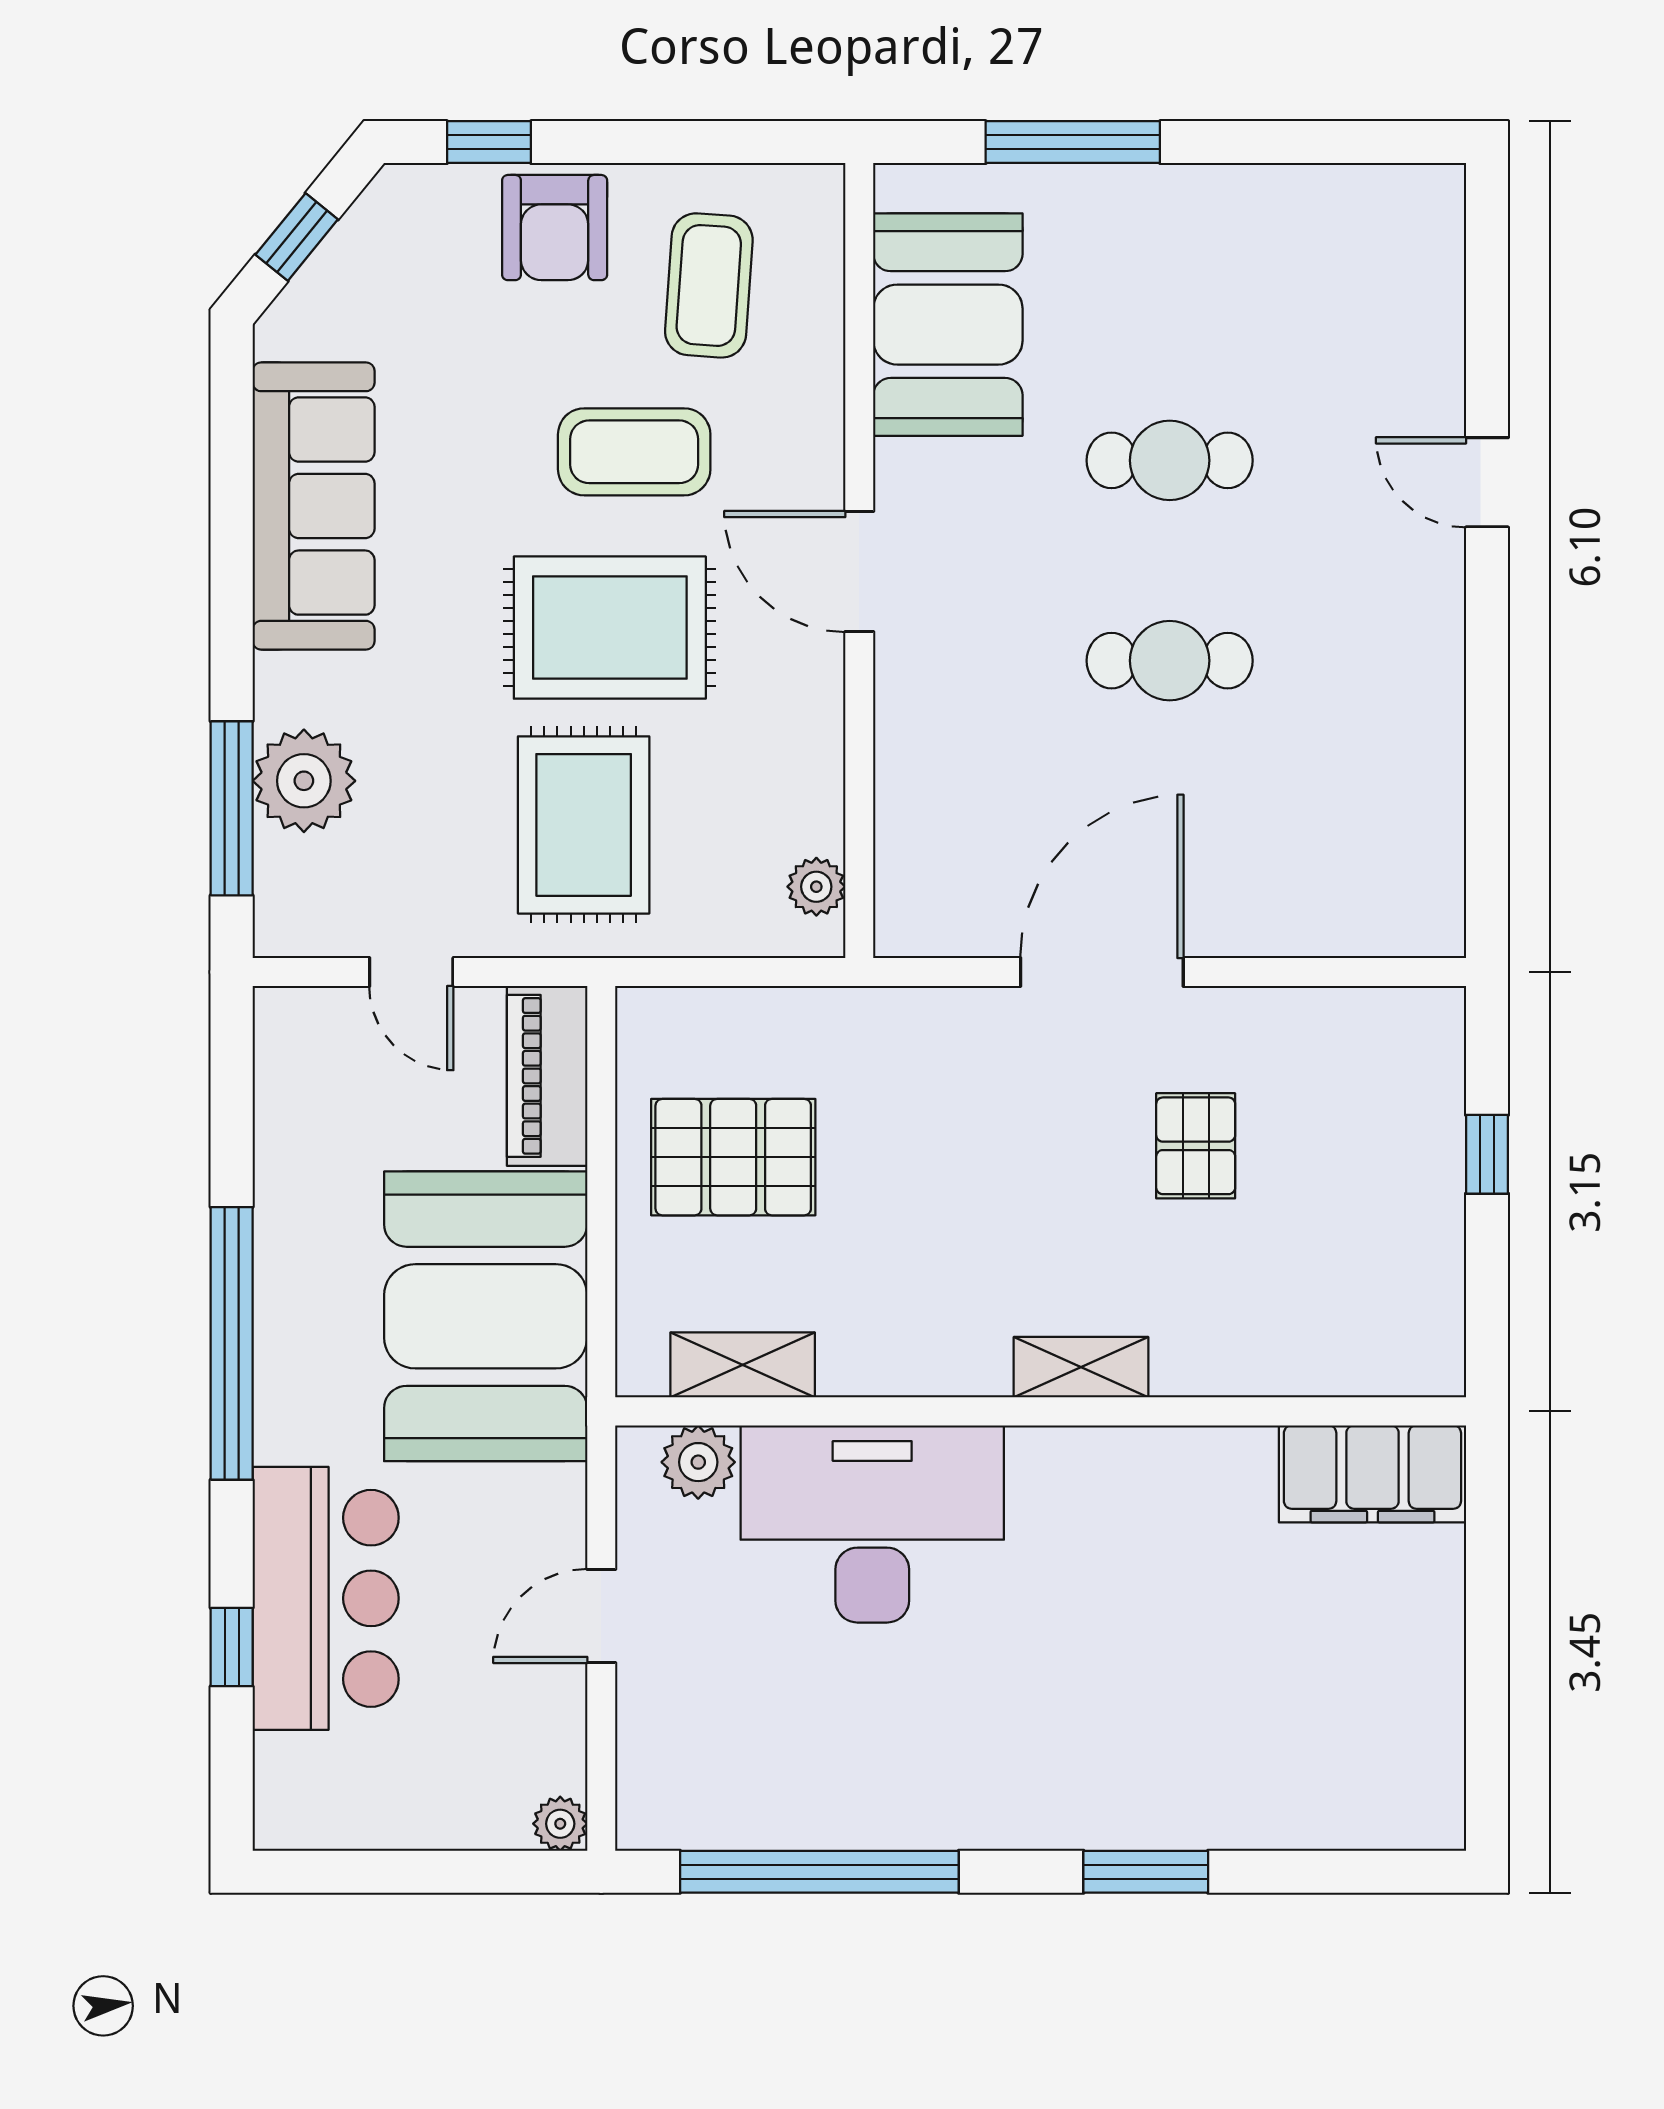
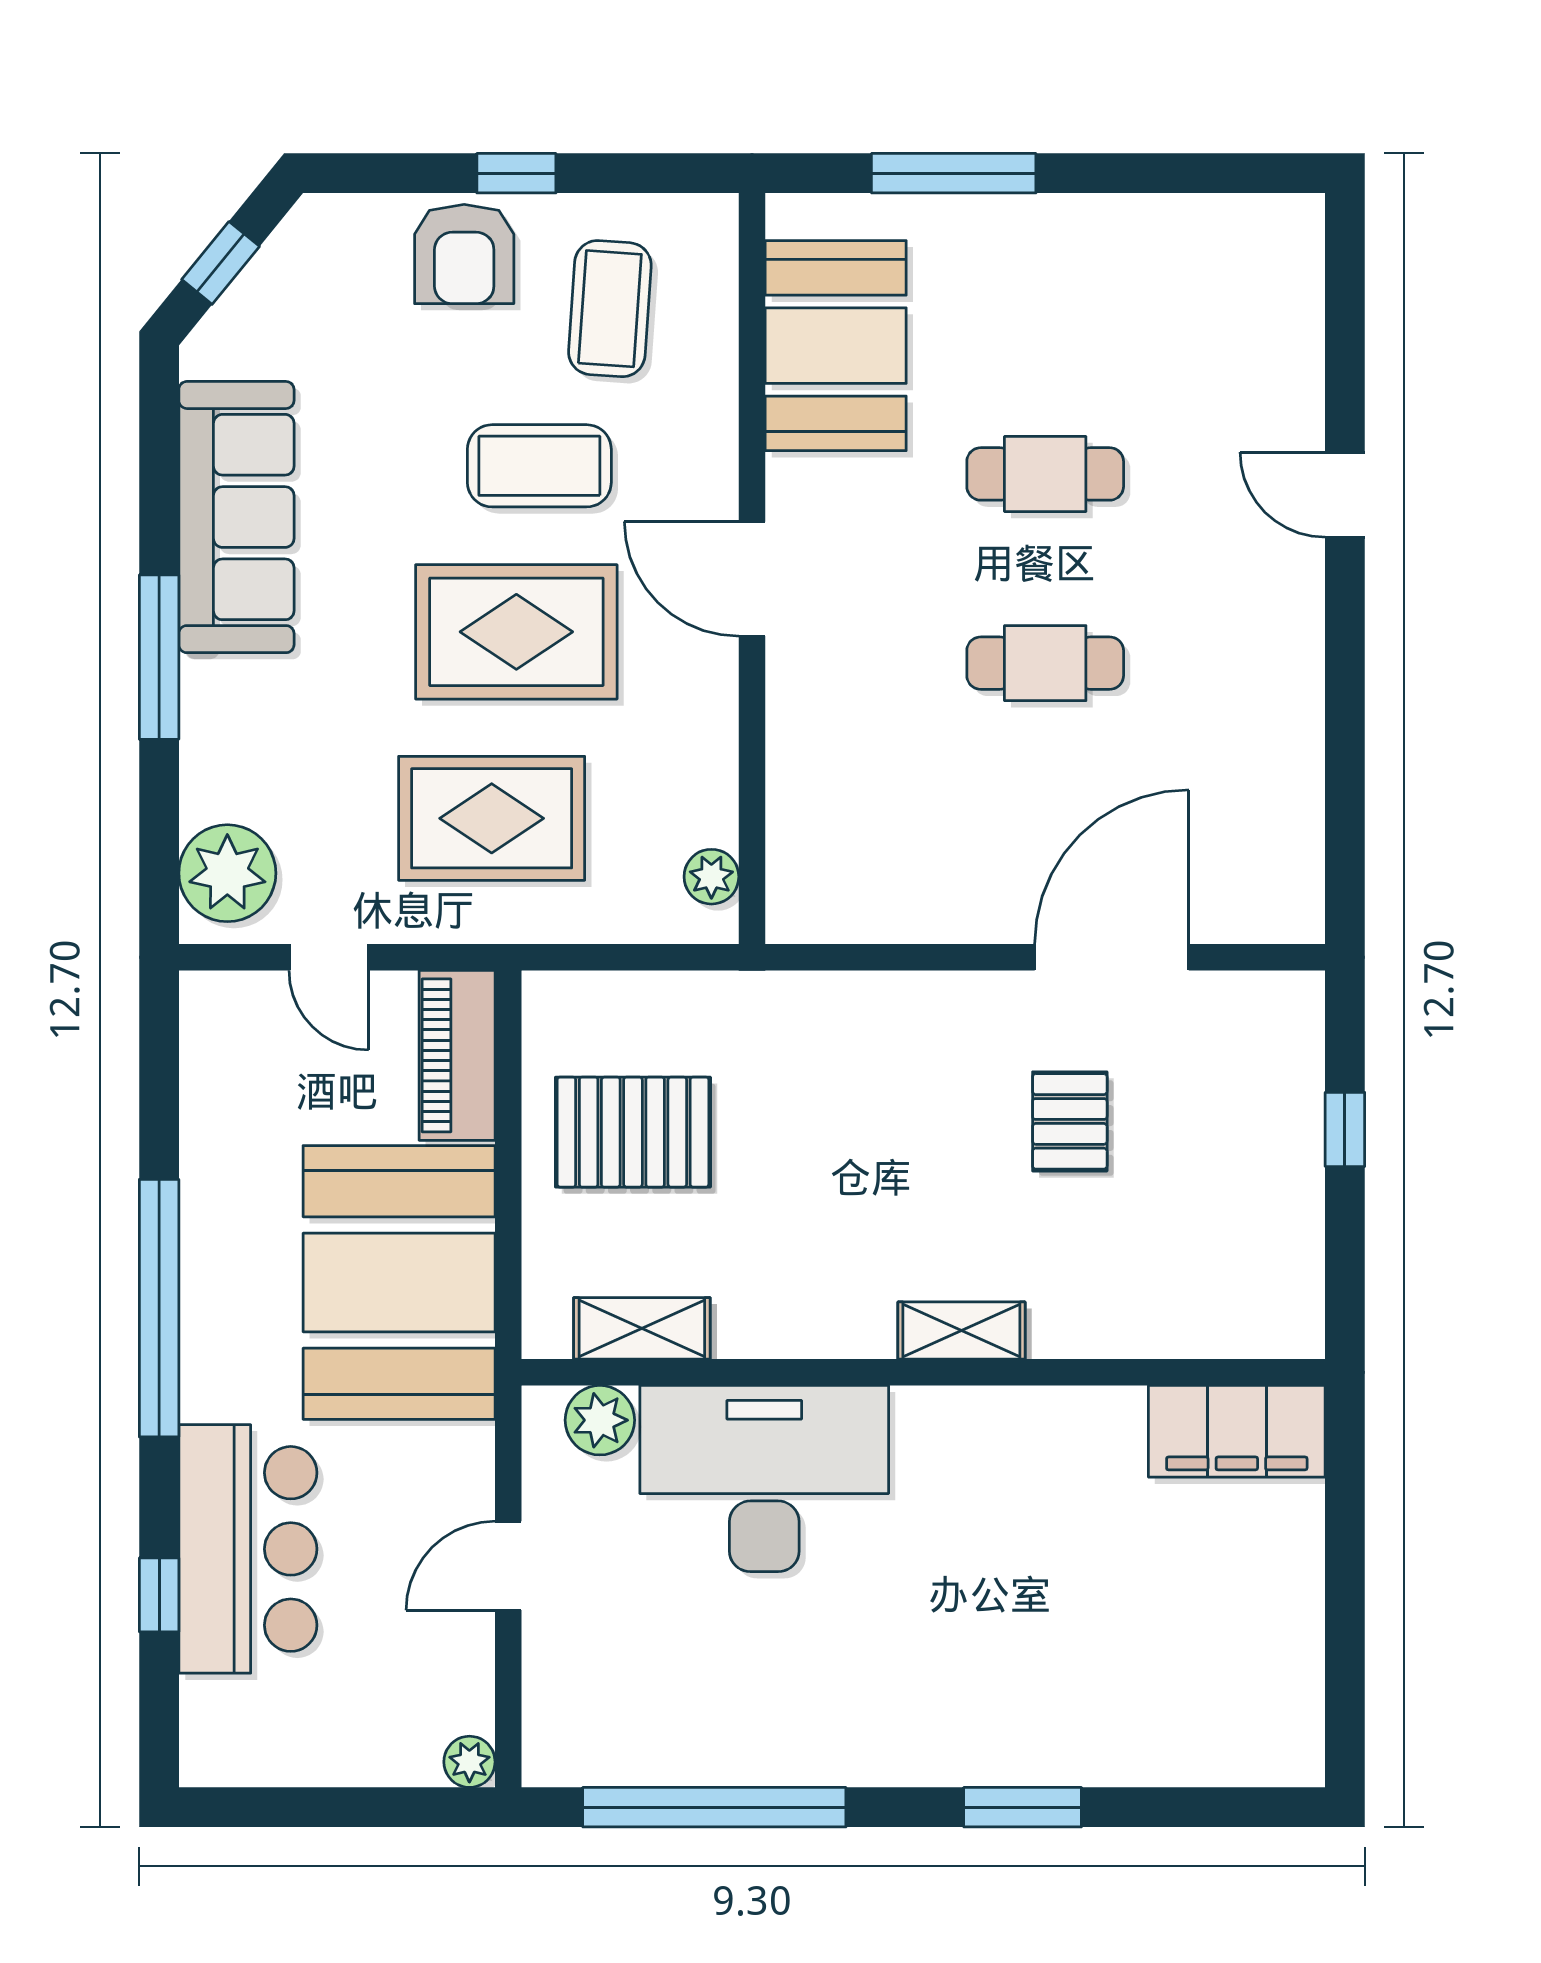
window: (489, 142) -> (516, 173), moved
plant: (304, 781) -> (227, 873), moved
window: (232, 808) -> (159, 657), moved
rug: (584, 825) -> (492, 818), turned 90
door: (1102, 972) -> (1112, 957), moved

